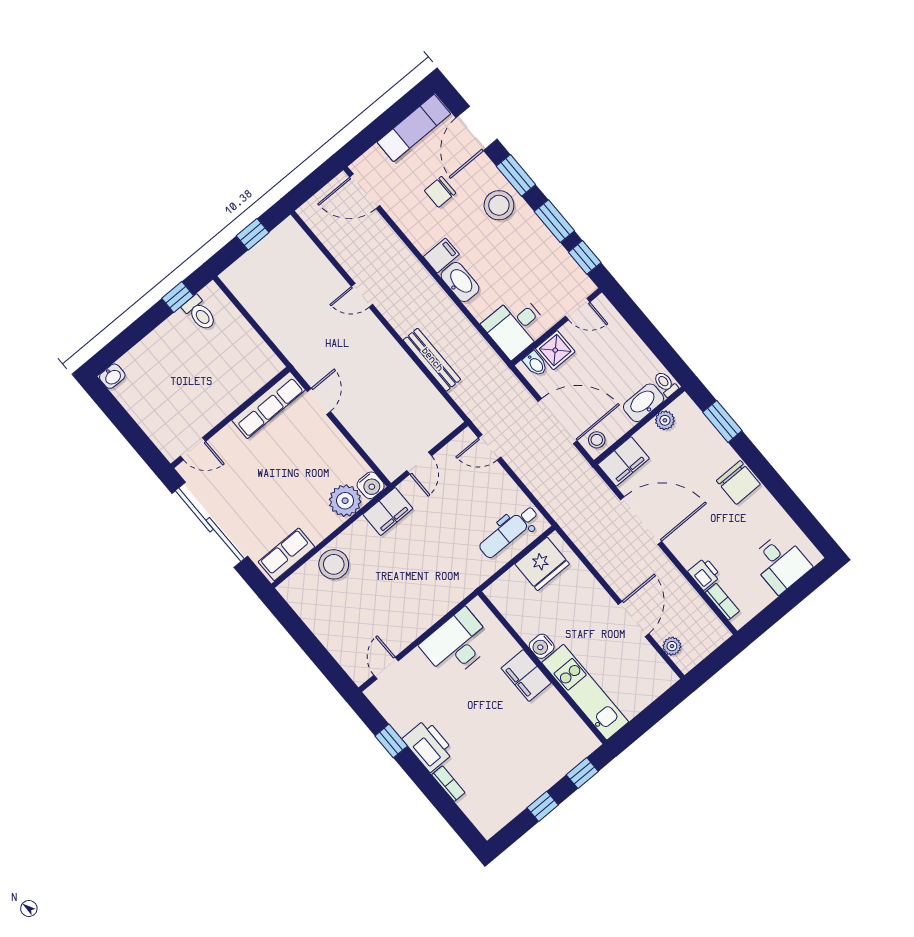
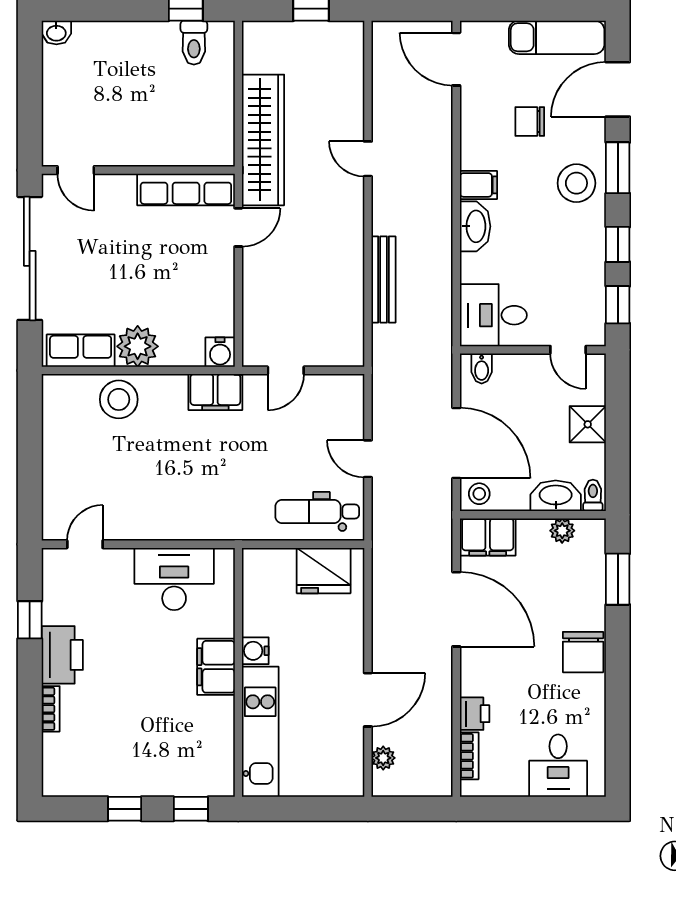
window: (554, 221) -> (618, 244), width x0.67
wardrobe: (290, 337) -> (263, 140), added
shower: (555, 350) -> (588, 424), moved
door: (490, 447) -> (368, 459), moved
plant: (345, 501) -> (138, 346), moved

